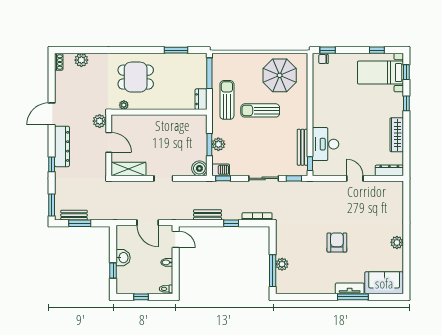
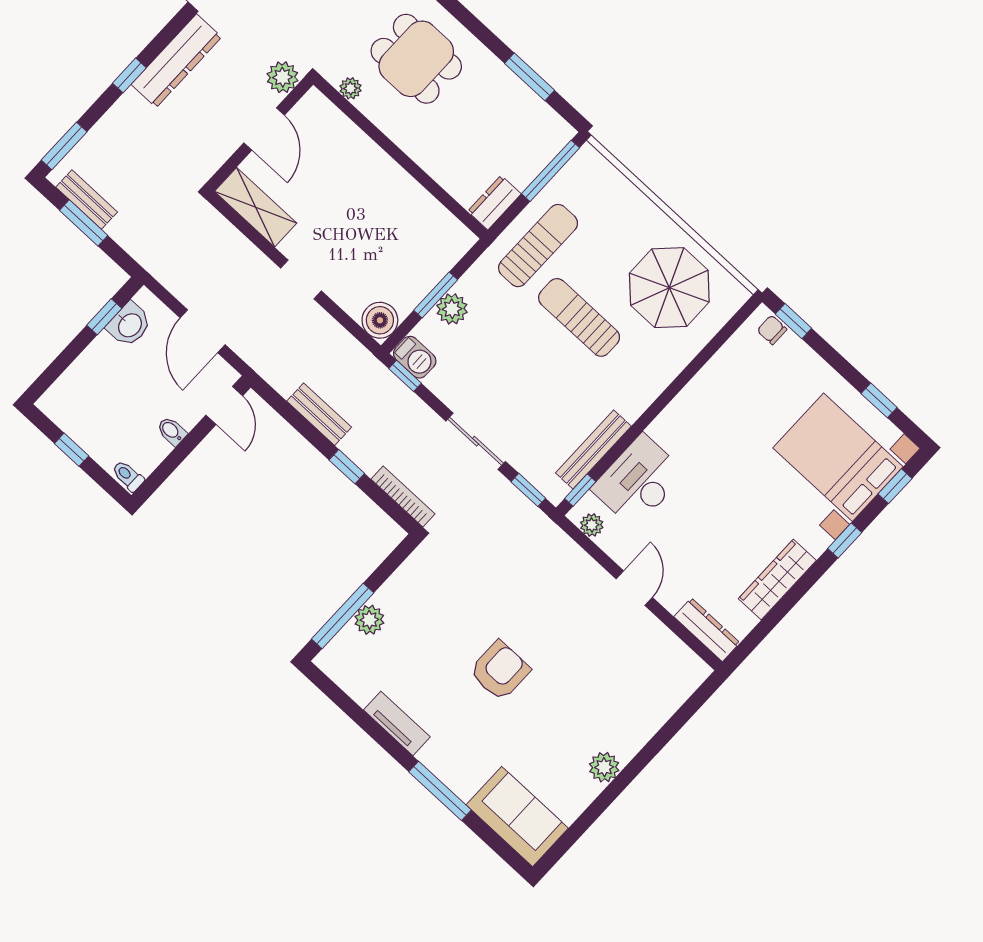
bed with nightstands: (380, 73) -> (838, 457), width x1.36
plant: (324, 171) -> (592, 525), added
washbasin: (123, 258) -> (129, 325), moved
window: (113, 270) -> (104, 317), moved
tv unit: (350, 288) -> (397, 723), moved

